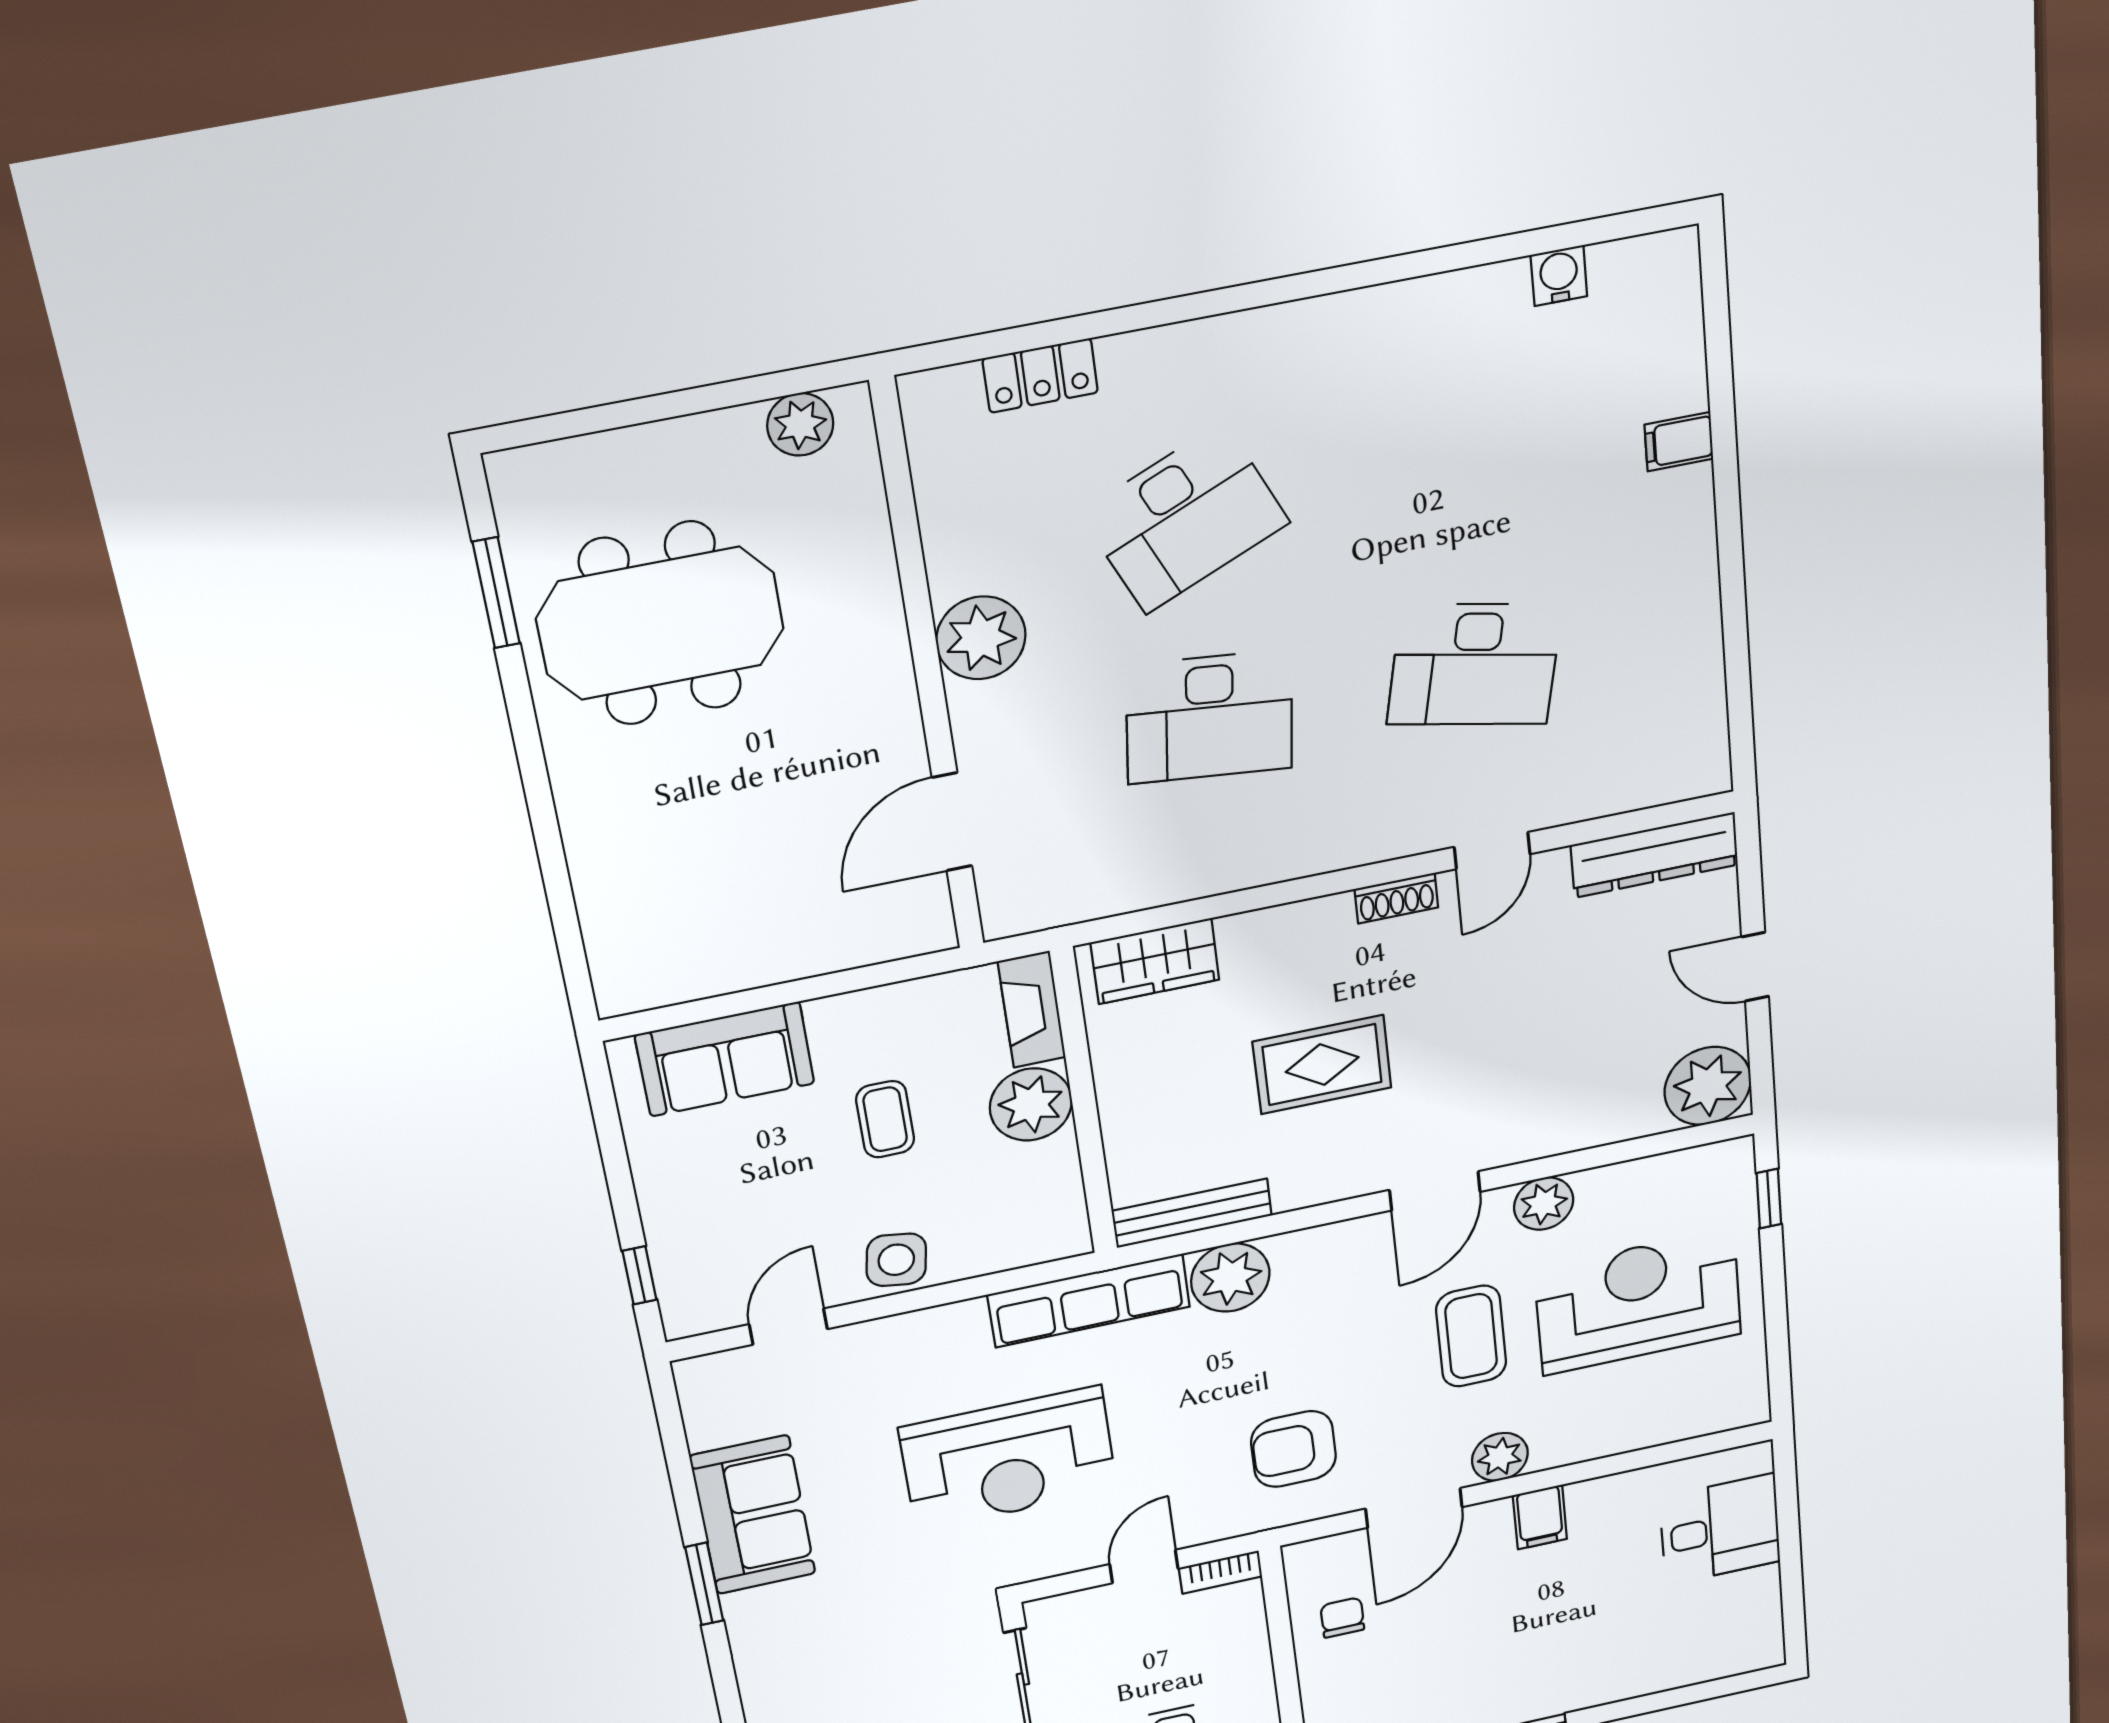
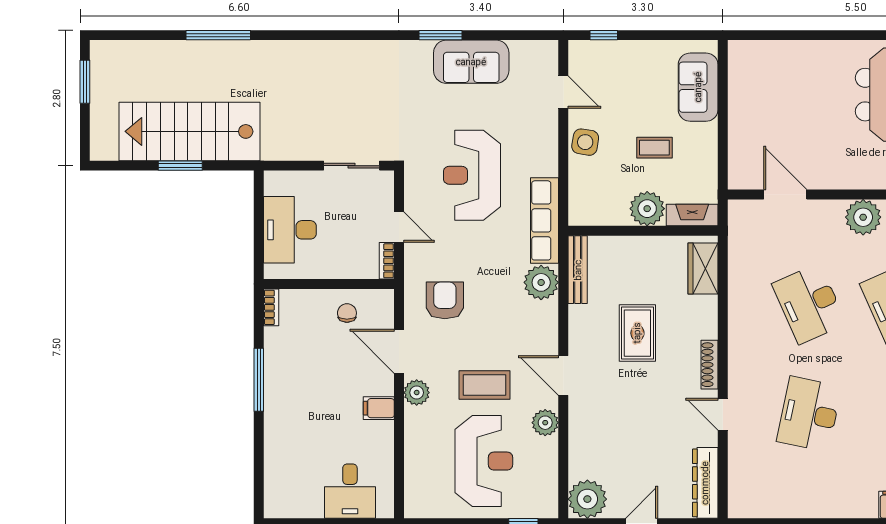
desk: (1210, 717) -> (809, 304), turned -30
shoe rack: (1396, 898) -> (710, 365), width x1.43
chair: (1342, 1617) -> (347, 313), turned -90

